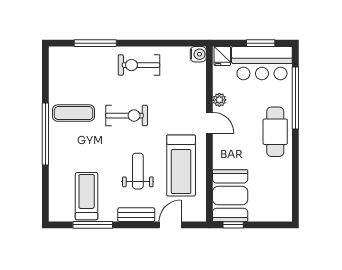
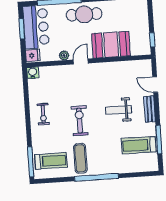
window: (95, 43) -> (31, 162), moved
exercise bike: (139, 65) -> (43, 114), width x0.73, depth x0.72
treadmill: (181, 165) -> (51, 161), moved, width x0.73, depth x0.73
booth: (230, 196) -> (111, 45), moved

